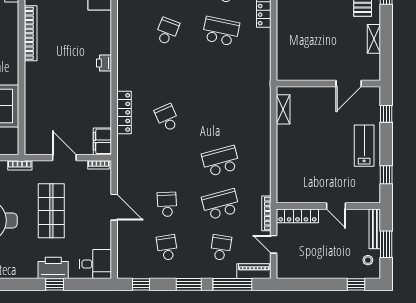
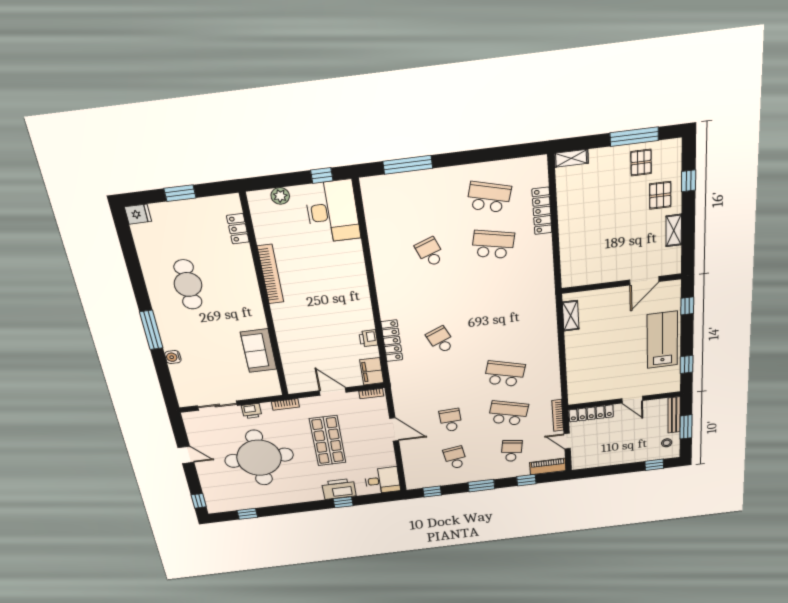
school desk: (167, 31) -> (430, 252), turned -42
printer: (104, 63) -> (368, 338), moved
lab bench: (364, 146) -> (662, 340), width x1.36, depth x1.39
school desk: (221, 161) -> (505, 374), turned 30
school desk: (221, 204) -> (508, 413), turned 30
window: (232, 284) -> (526, 480), width x0.46

